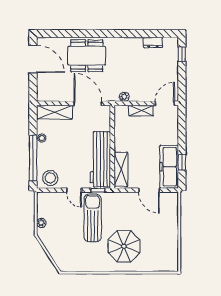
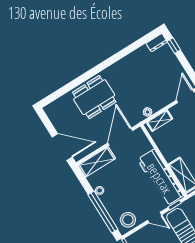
dresser: (153, 43) -> (157, 43), moved
door: (33, 59) -> (62, 147), moved
door: (88, 103) -> (120, 137), hinge flipped
shelving: (141, 111) -> (160, 121), moved

